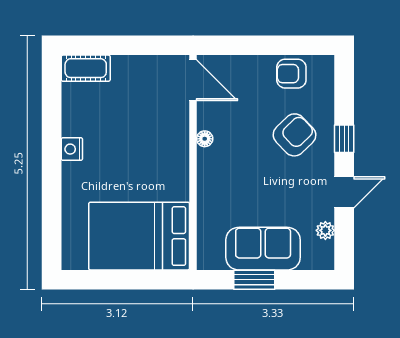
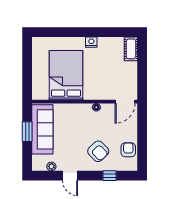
window: (344, 139) -> (109, 176), moved
bed: (139, 236) -> (66, 75), moved
sofa: (263, 249) -> (42, 129), width x1.36

